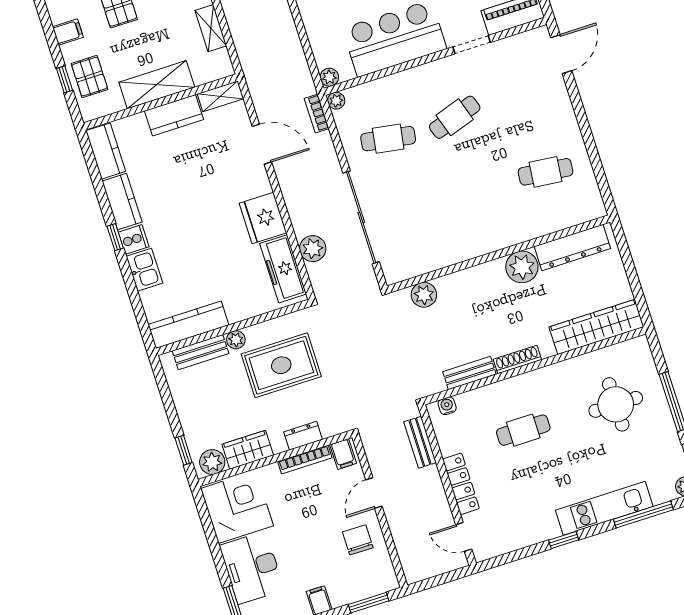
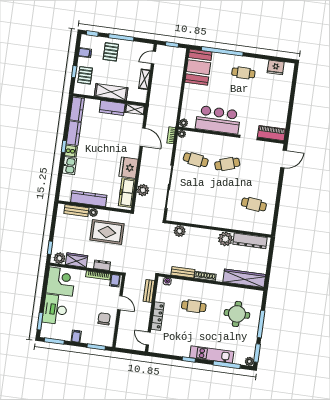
kitchen counter: (188, 325) -> (89, 199), moved
door: (374, 493) -> (120, 303), swing flipped

